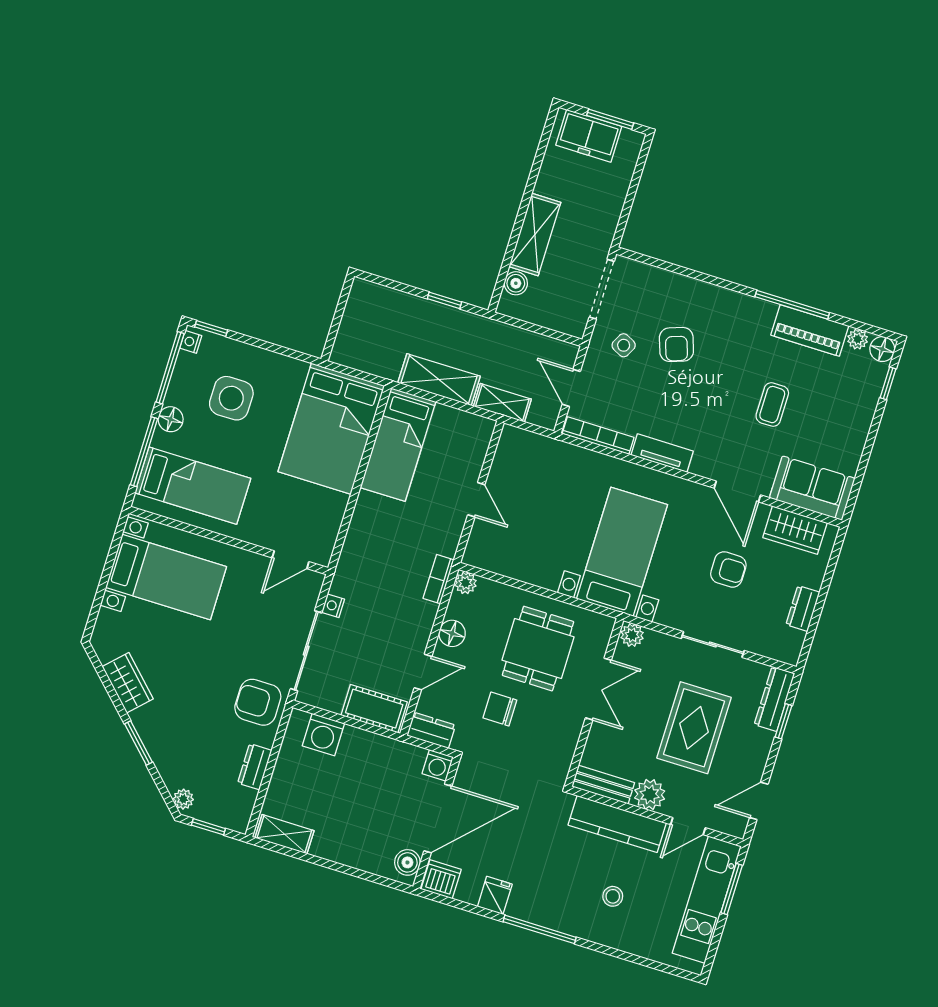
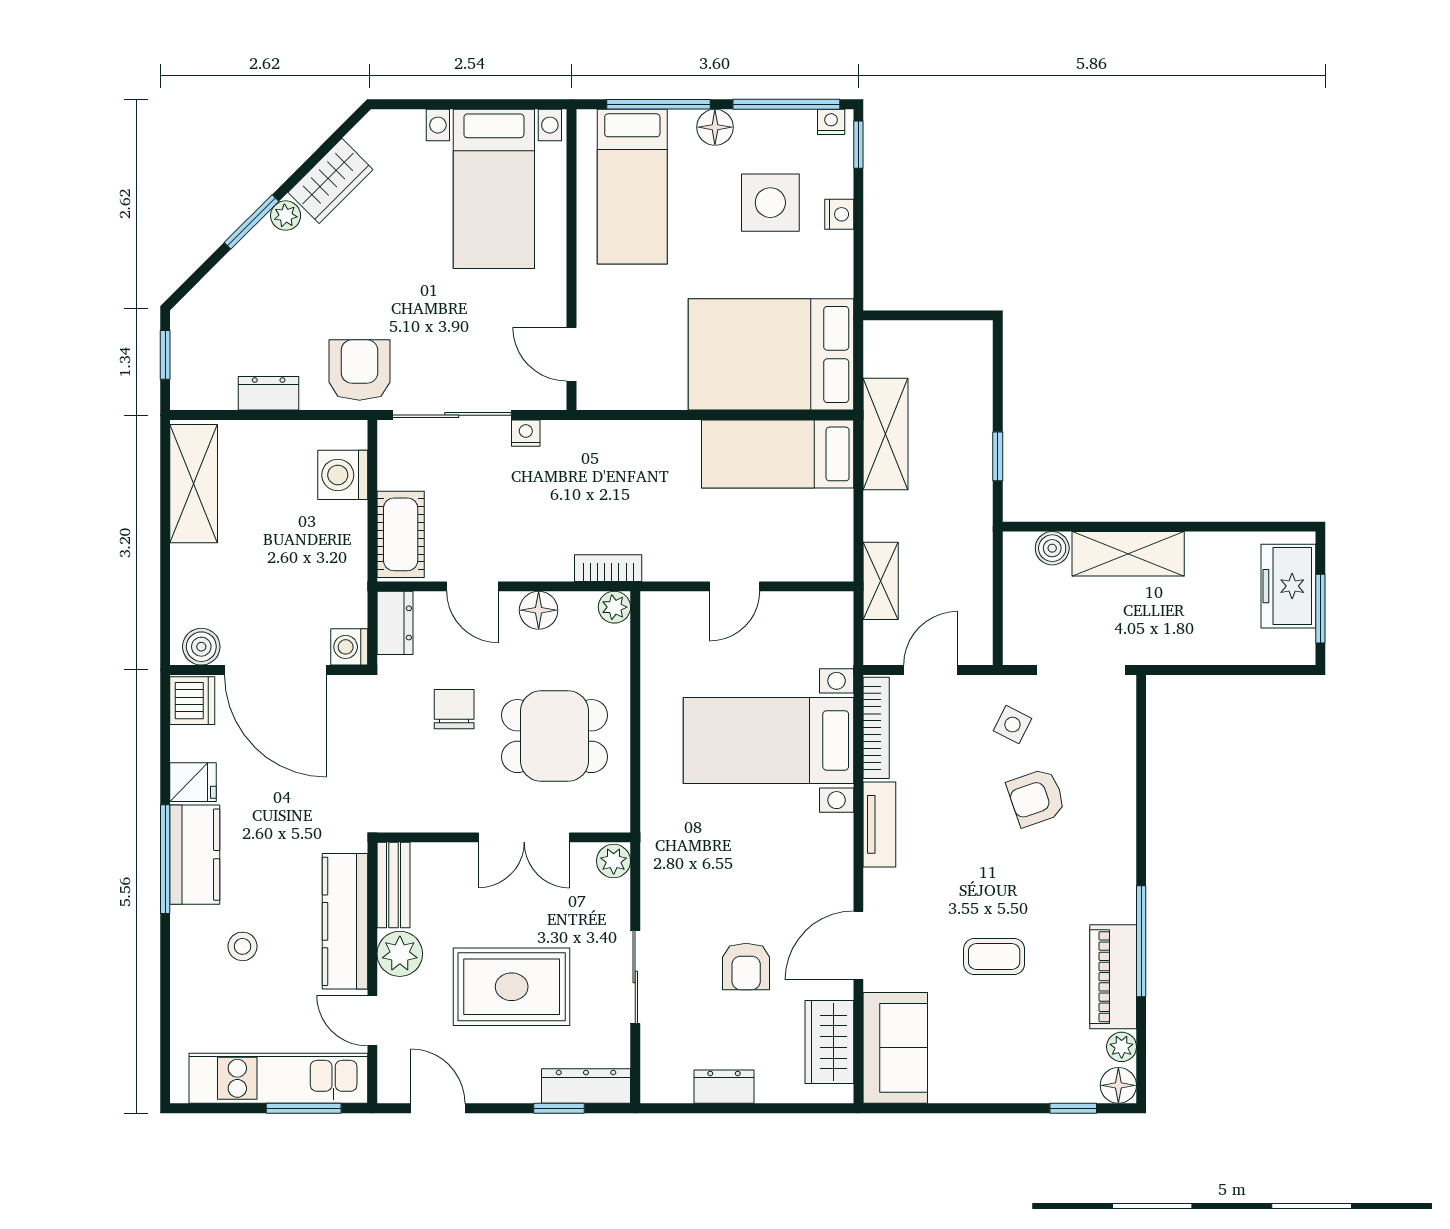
nightstand: (253, 355) -> (839, 214), added
shelving: (439, 380) -> (885, 434), moved
bed with nightstands: (622, 552) -> (768, 740), moved, turned 180
plant: (183, 799) -> (286, 216), moved
shelving: (284, 834) -> (194, 484), width x1.50, depth x1.33
kitchen counter: (543, 909) -> (195, 855), added

